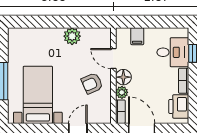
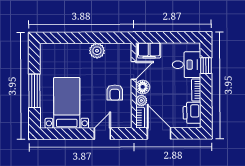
filing cabinet: (137, 36) -> (149, 51), width x2.00
door: (113, 59) -> (134, 70), swing flipped
armchair: (92, 83) -> (115, 93), turned -66

